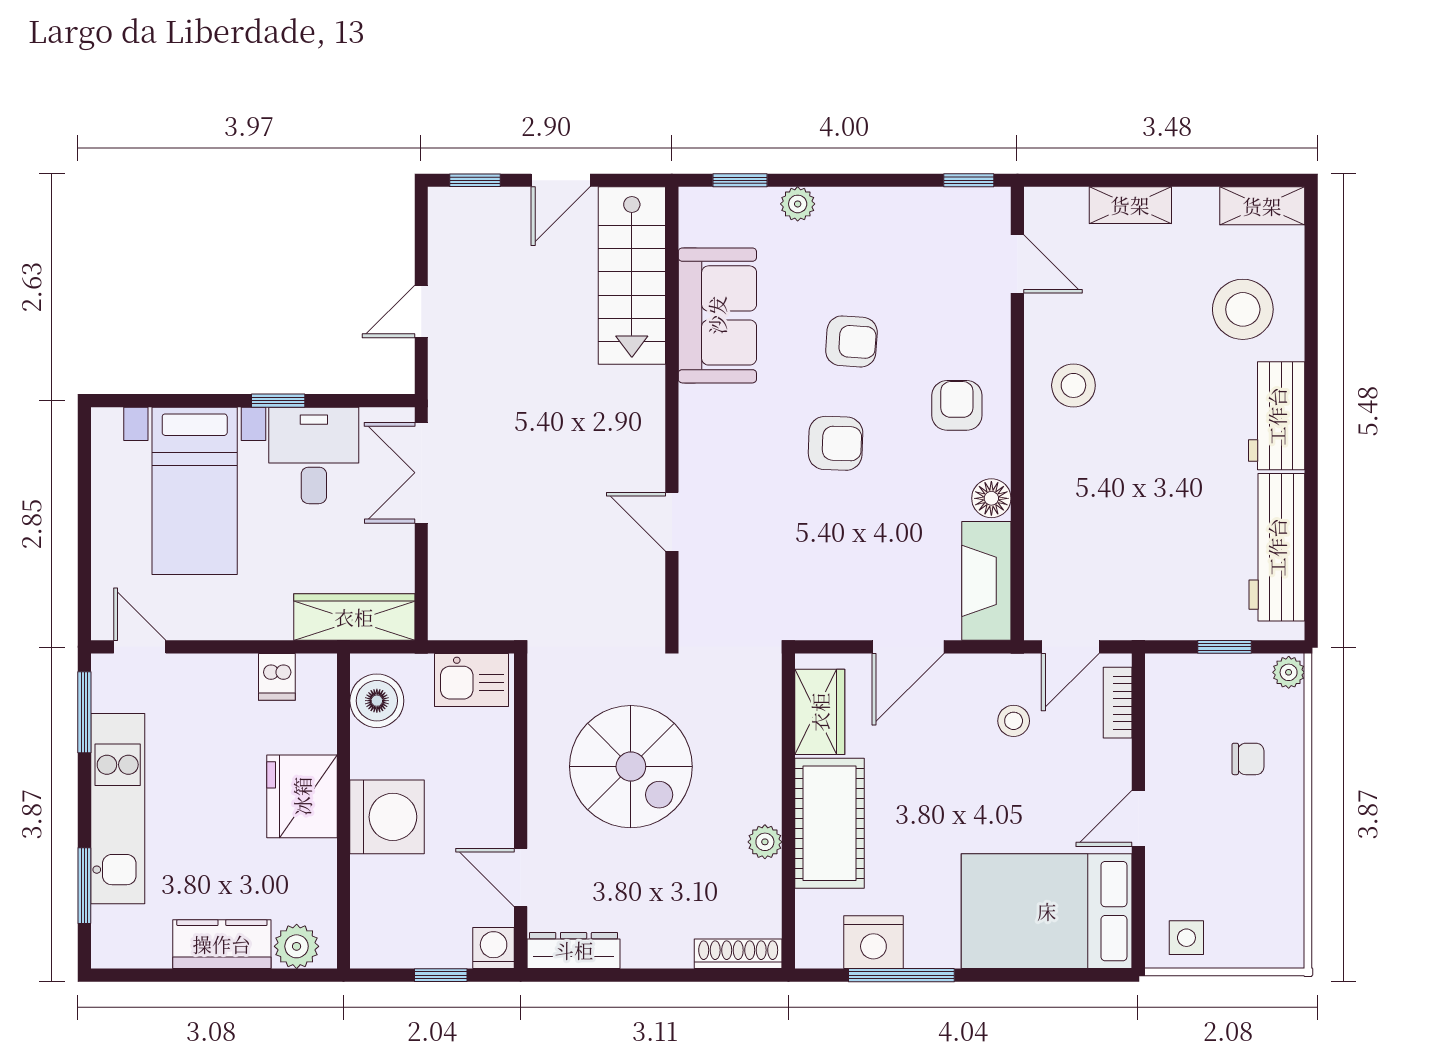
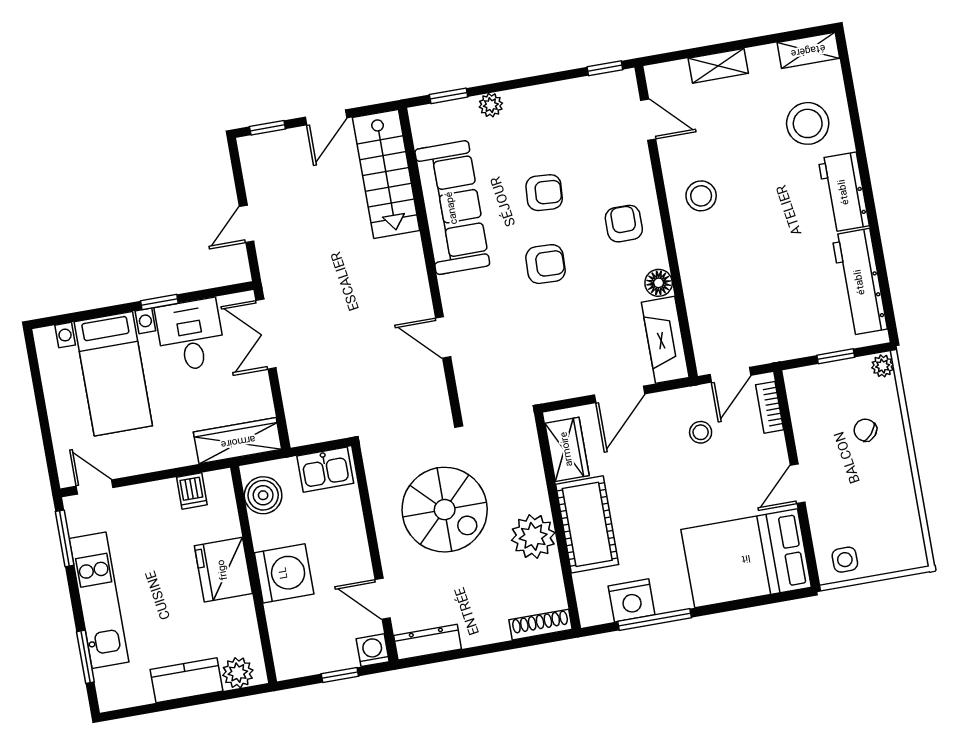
sofa: (717, 315) -> (452, 208), width x1.36
chair: (1248, 759) -> (865, 430), turned -140
plant: (765, 842) -> (533, 536), width x1.87, depth x1.87

